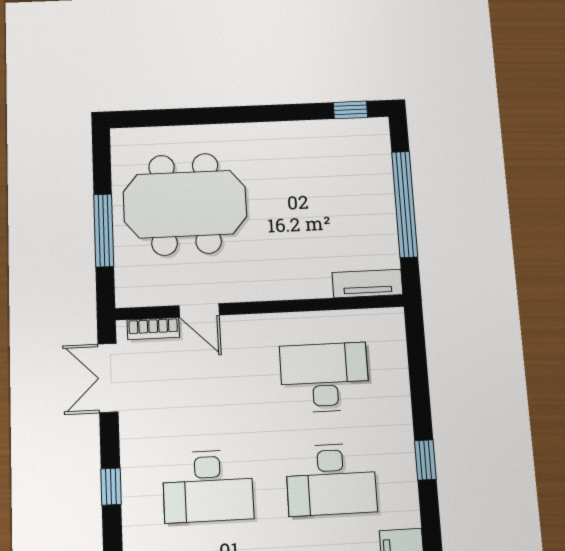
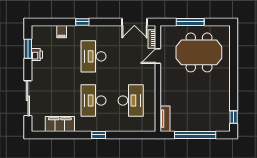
meeting table: (185, 204) -> (199, 52), turned 90
double door: (108, 378) -> (134, 22), swing flipped
window: (111, 487) -> (82, 22), moved

